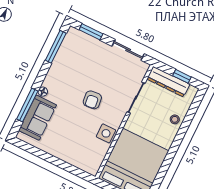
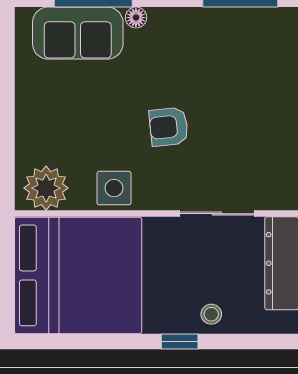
window: (179, 137) -> (180, 341), added
plant: (93, 160) -> (46, 188), added

